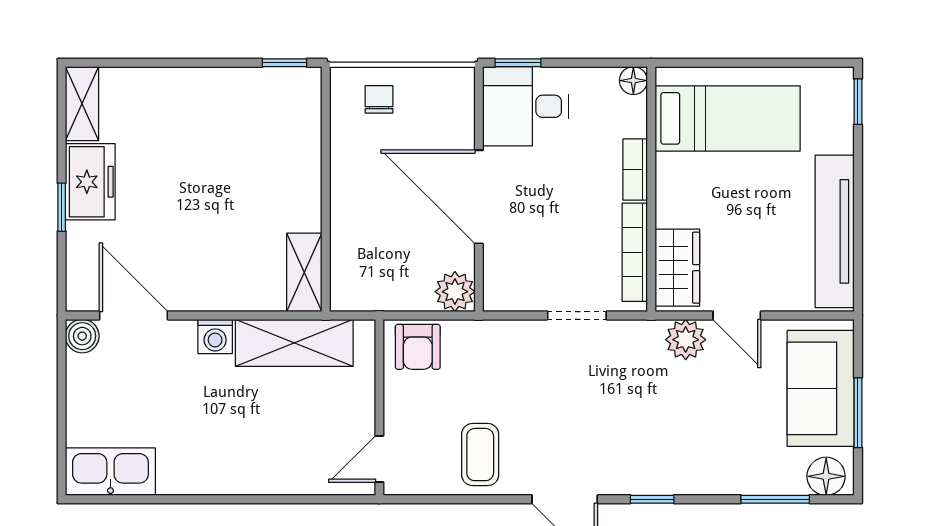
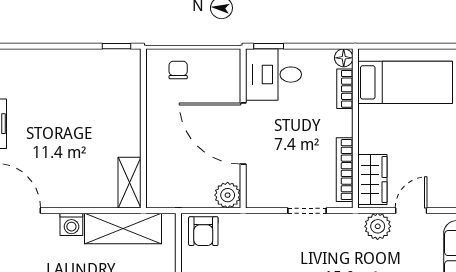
bookcase: (635, 170) -> (345, 89), moved
door: (737, 315) -> (411, 211), swing flipped

